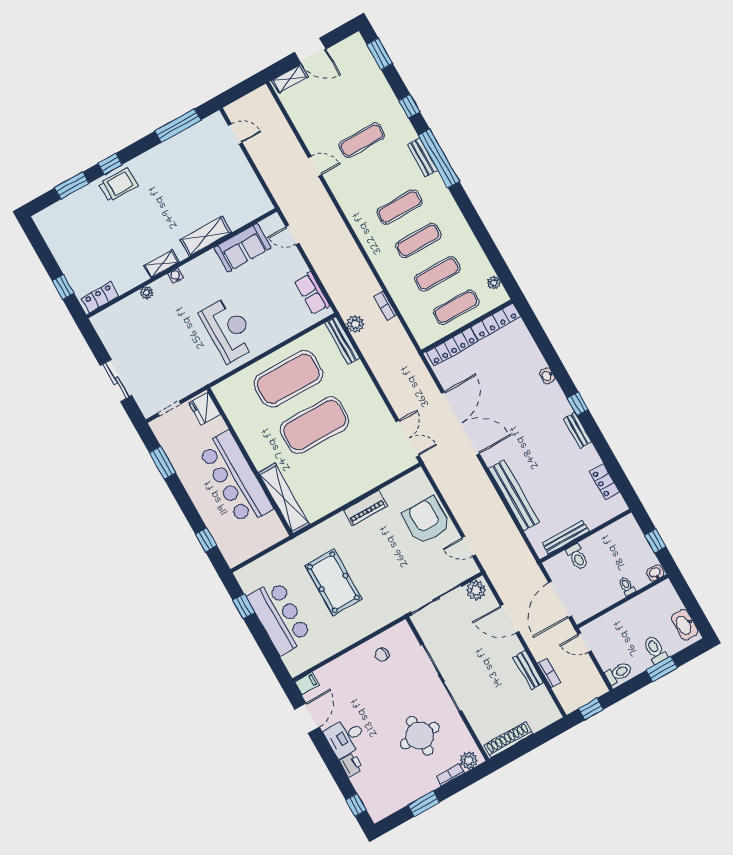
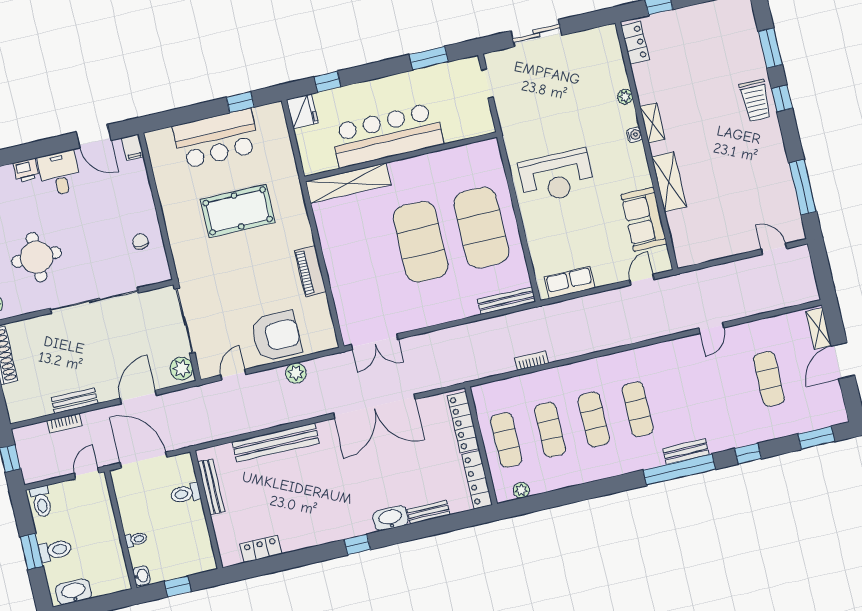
door: (235, 134) -> (774, 249), swing flipped
exercise mat: (362, 140) -> (769, 379), moved
plant: (355, 324) -> (296, 373), moved
washbasin: (547, 376) -> (391, 518), width x1.91, depth x1.45
fridge: (205, 409) -> (302, 111), moved, turned 90
bench: (577, 430) -> (429, 512), moved

